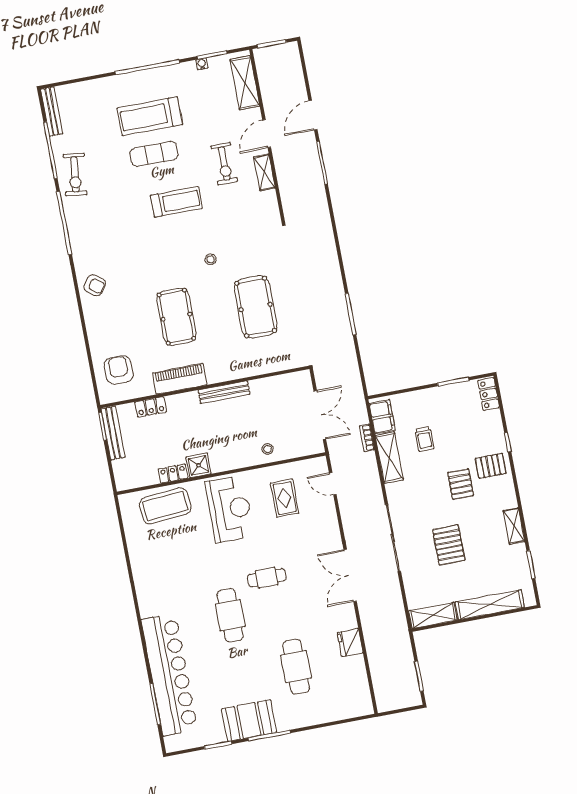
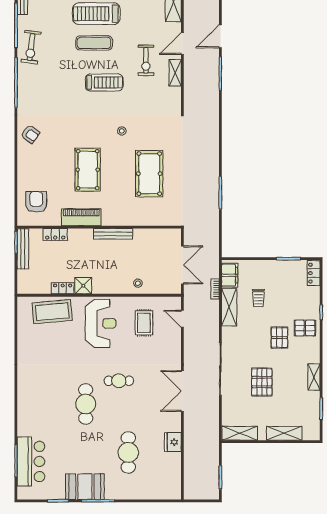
shelving: (490, 605) -> (284, 433), width x0.68
bar counter: (169, 675) -> (31, 461), width x0.54

